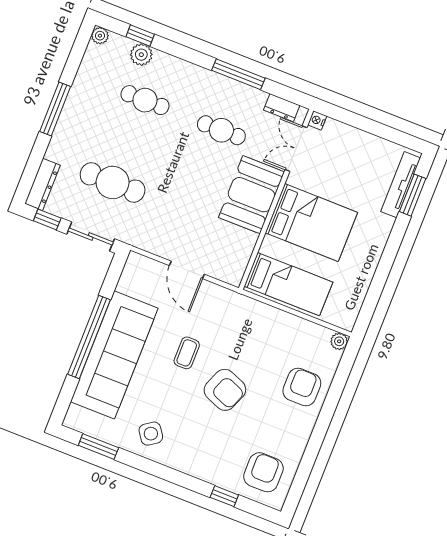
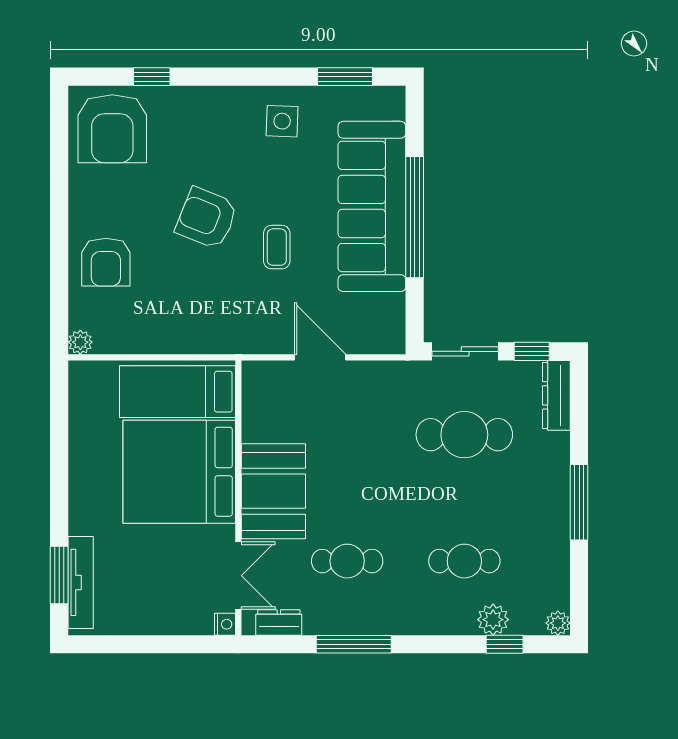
bed: (311, 223) -> (179, 472), width x1.36
side table: (151, 434) -> (282, 121), turned 37
armchair: (263, 472) -> (112, 129), width x1.36, depth x1.36

